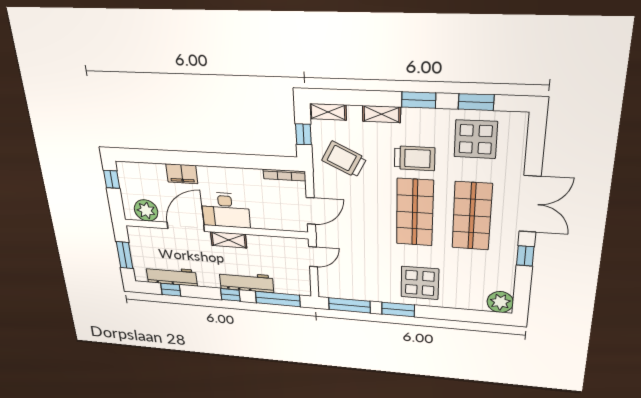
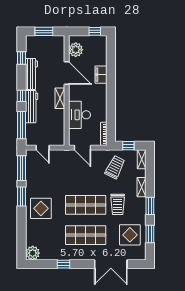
double door: (530, 204) -> (111, 264), moved
desk: (226, 210) -> (79, 115), moved
door: (313, 257) -> (43, 148), moved
workbench: (172, 276) -> (31, 74), moved

